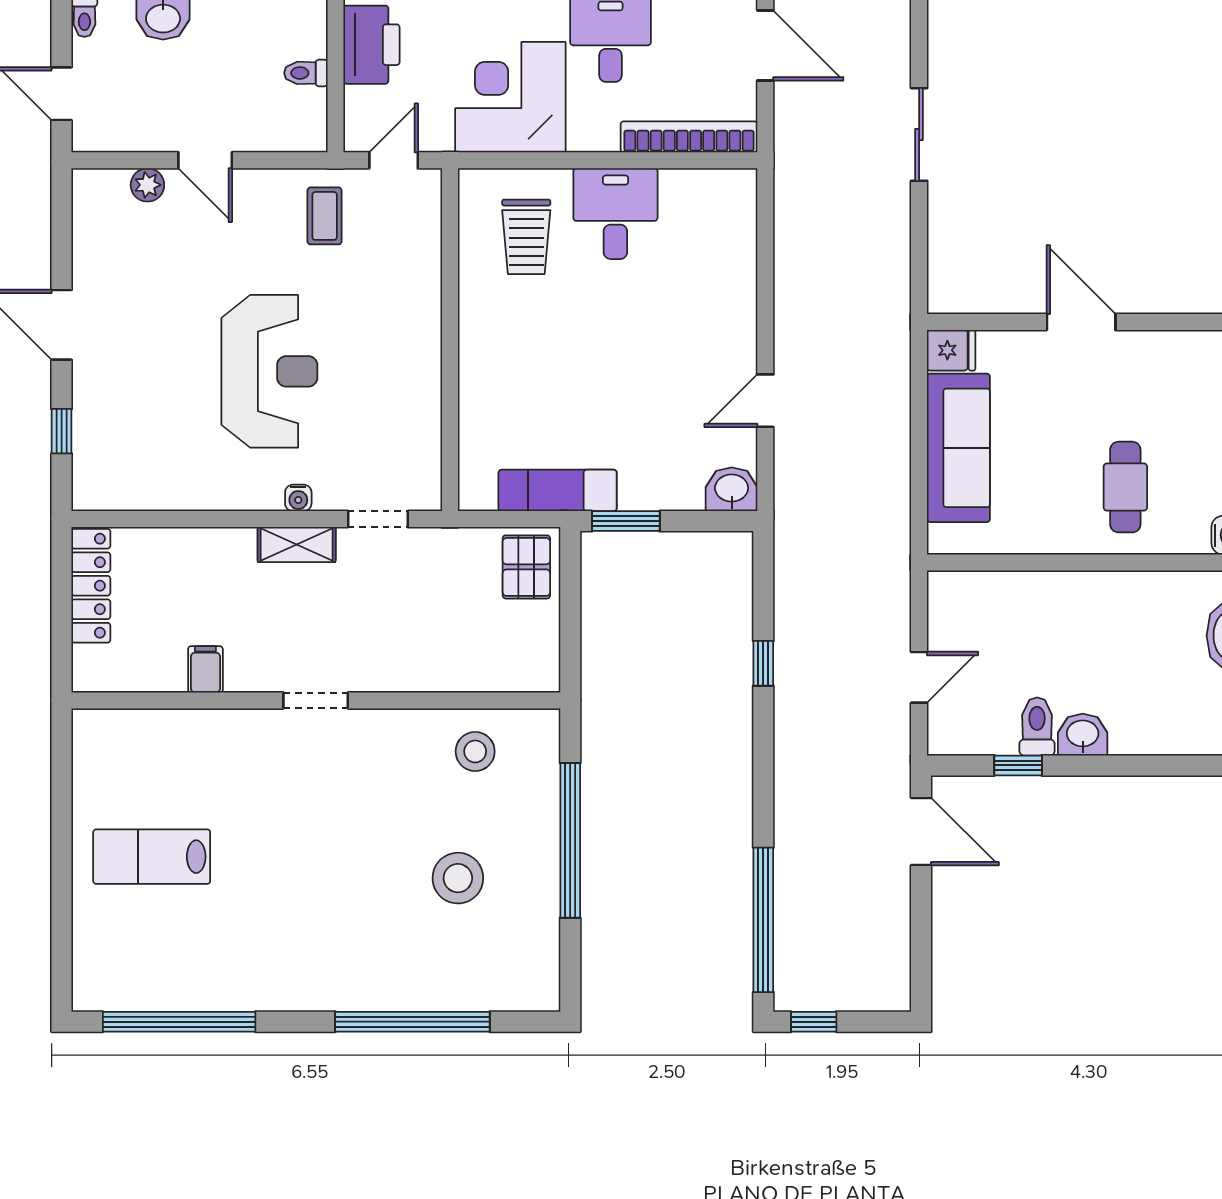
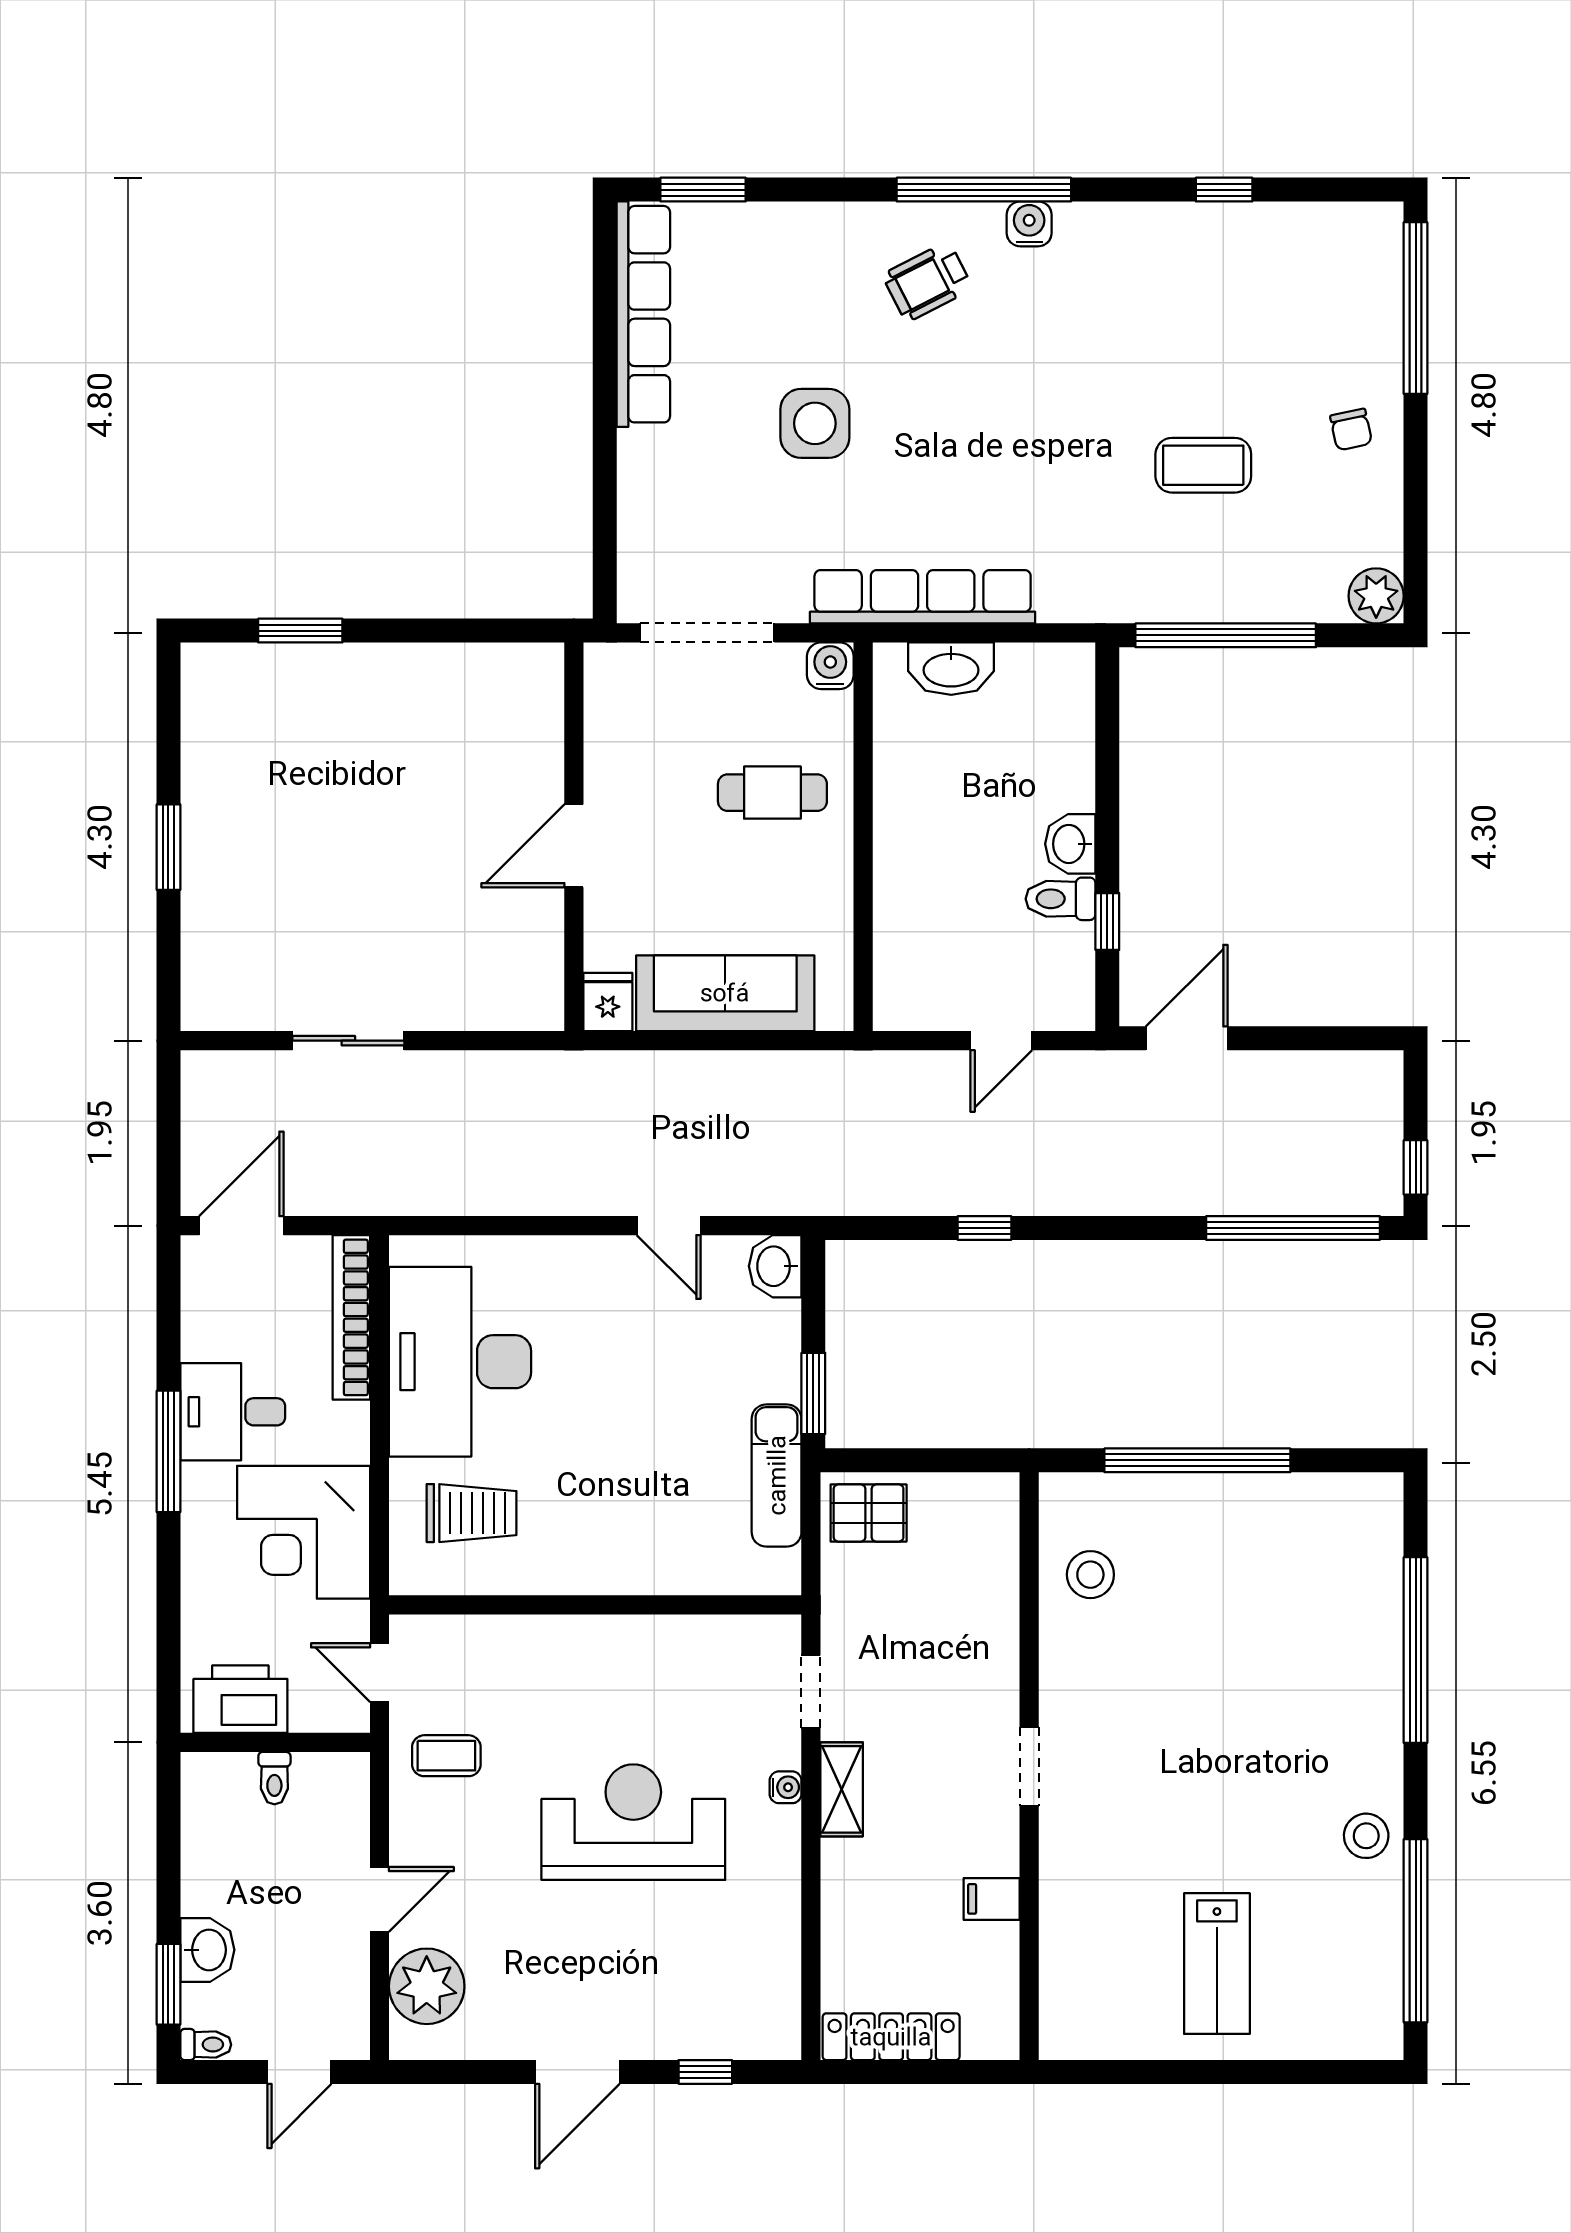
plant: (147, 185) -> (427, 1986), width x1.88, depth x1.88
desk: (615, 214) -> (460, 1362), width x1.87, depth x1.30
door: (919, 677) -> (1001, 1041), swing flipped
stool: (458, 878) -> (1366, 1836), moved, width x0.73, depth x0.73

